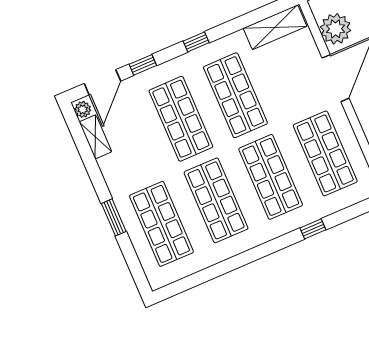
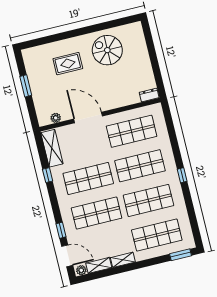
plant: (335, 29) -> (56, 118), width x0.53, depth x0.53
window: (196, 42) -> (48, 175), moved
shelving: (111, 175) -> (123, 260), added
window: (114, 217) -> (181, 255), moved
window: (313, 229) -> (182, 175), moved

